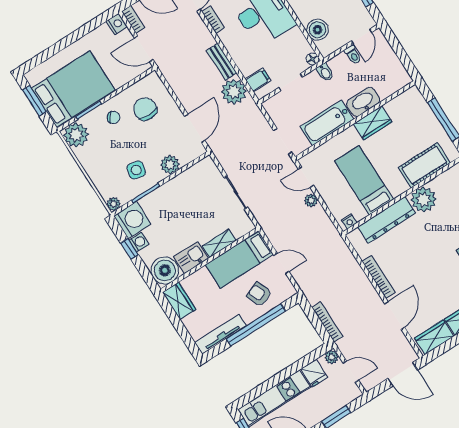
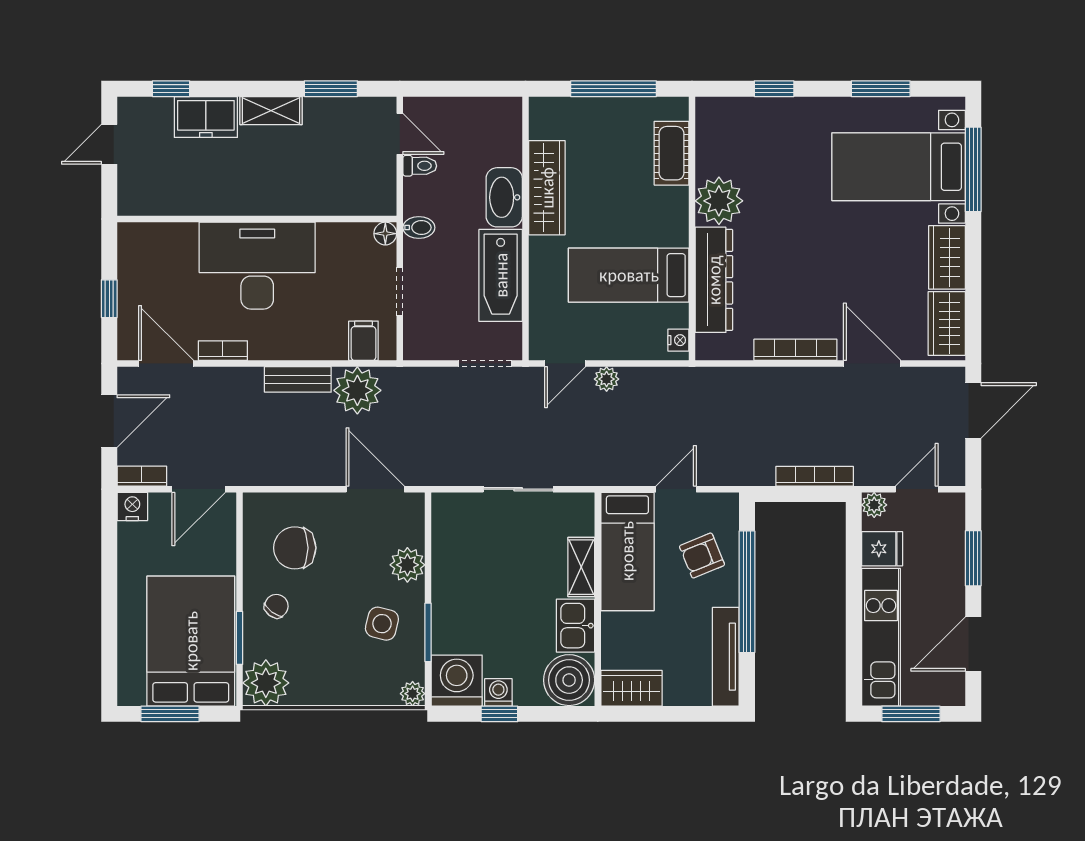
boiler: (318, 30) -> (344, 196), removed
wardrobe: (373, 123) -> (547, 188), width x1.50
cot: (424, 165) -> (672, 153), width x0.73, depth x0.75

